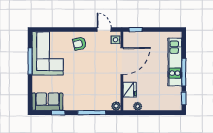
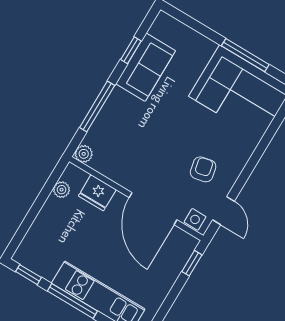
door: (104, 30) -> (224, 211), hinge flipped
armchair: (79, 44) -> (203, 169), moved
sofa: (47, 102) -> (146, 67), moved

